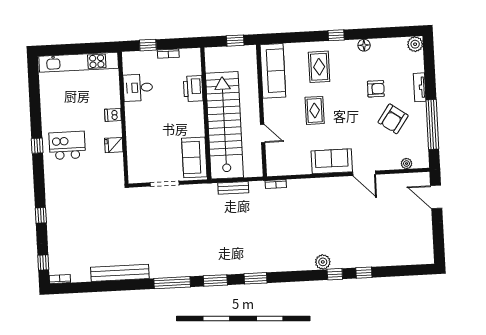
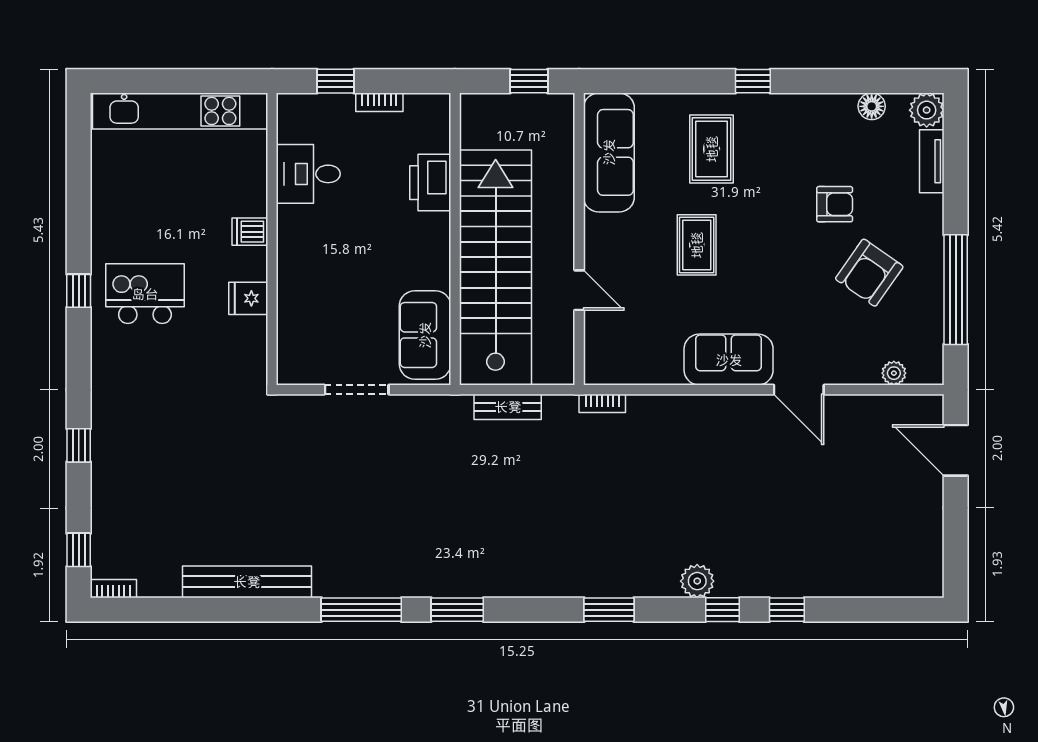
floor lamp: (364, 45) -> (872, 106), moved
tv unit: (420, 87) -> (932, 161), moved
window: (256, 278) -> (609, 610), moved

